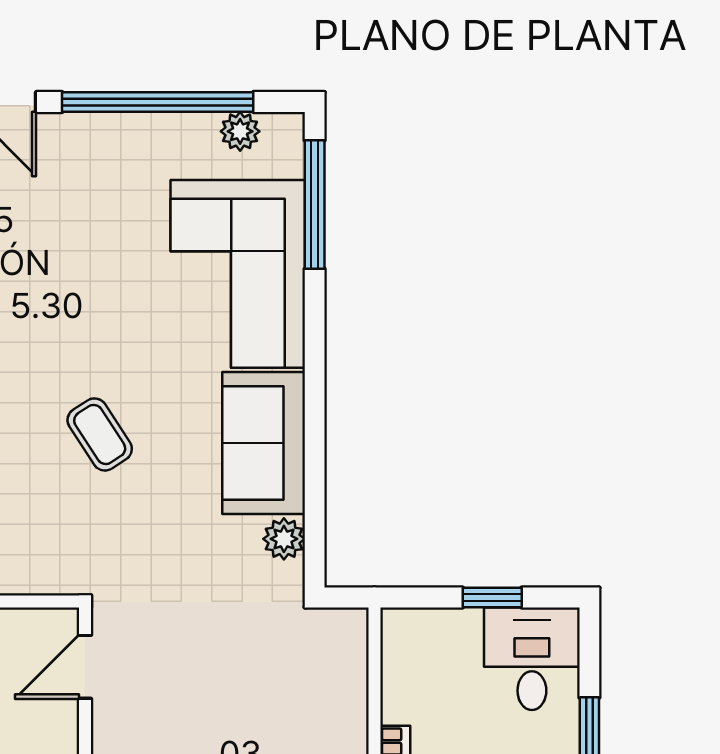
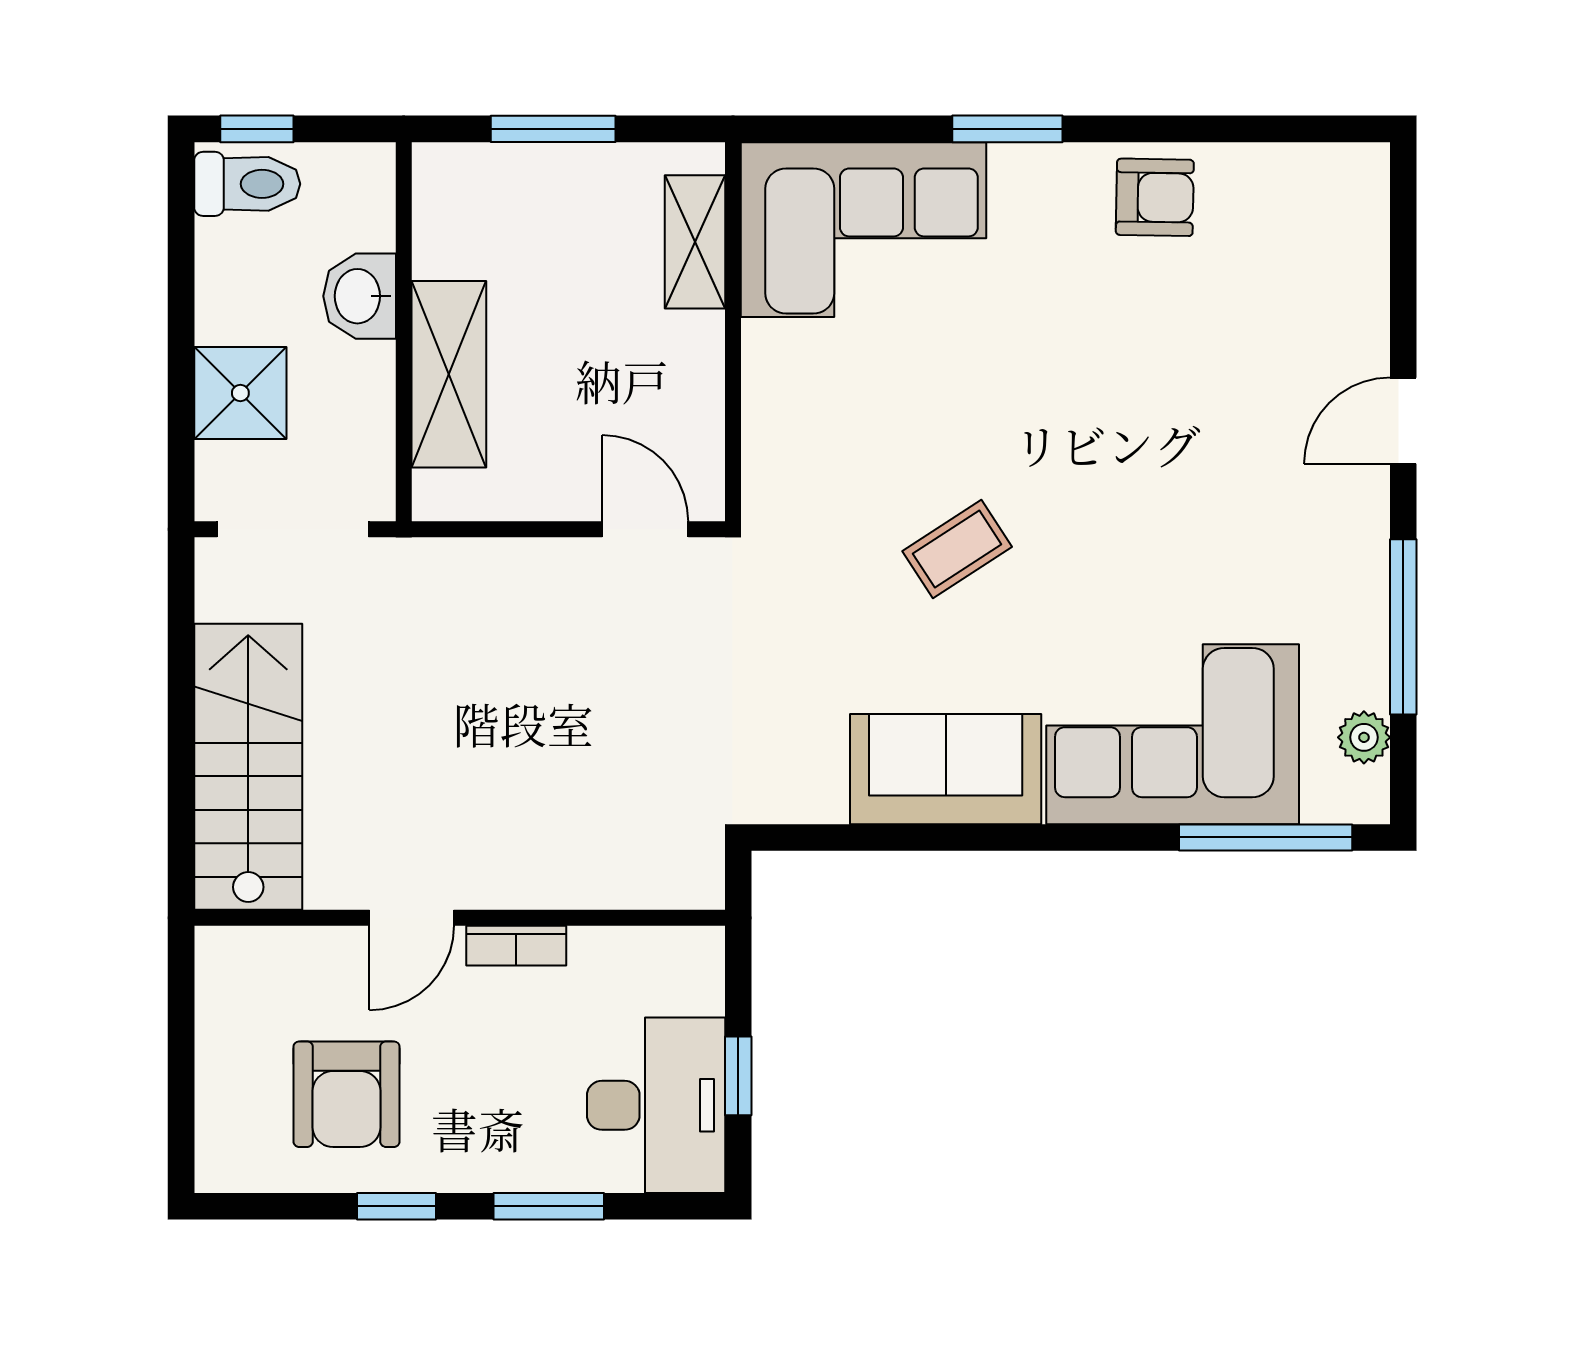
window: (158, 102) -> (1403, 627), width x0.68
plant: (284, 539) -> (817, 796), removed
desk: (532, 659) -> (656, 1105), width x1.37

